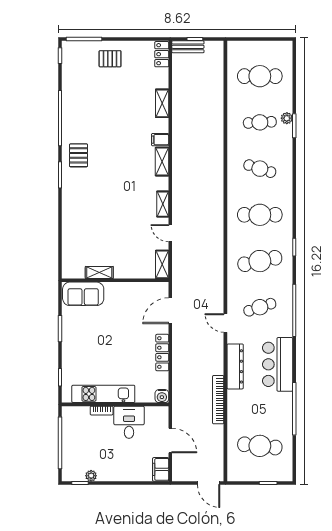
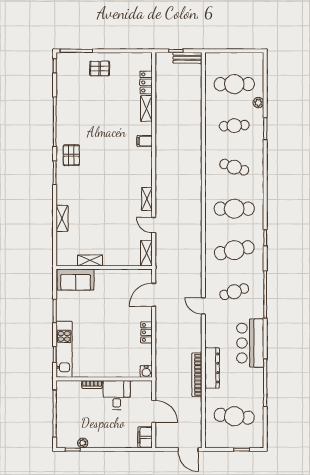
bench: (188, 47) -> (187, 58), moved
locker: (162, 54) -> (146, 82), moved
plant: (287, 118) -> (258, 103), moved
shelving: (162, 162) -> (62, 218), moved
locker: (162, 353) -> (147, 332), width x0.66
dresser: (235, 366) -> (212, 368), moved
kitchen unit: (103, 394) -> (64, 349), moved, turned 90

